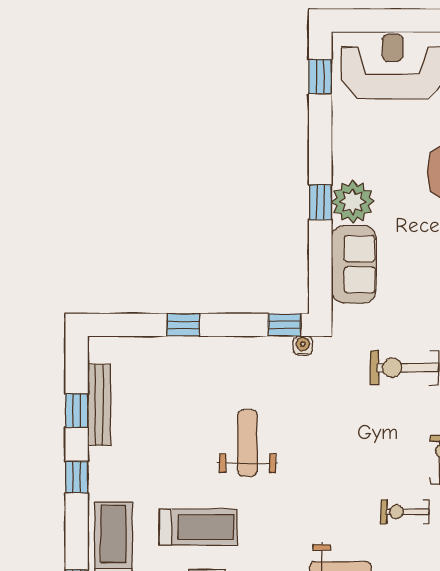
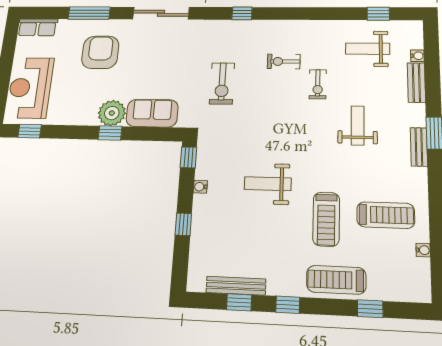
water cooler: (303, 346) -> (200, 187), moved
treadmill: (198, 527) -> (326, 219), turned 180

